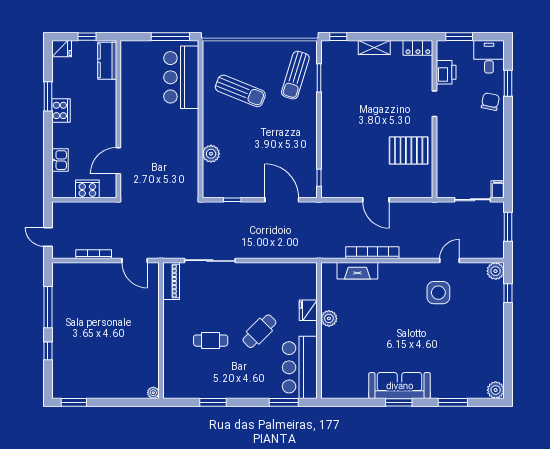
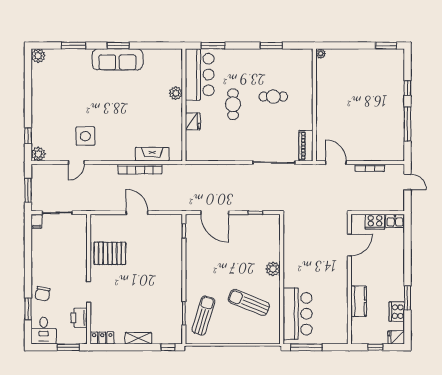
kitchen counter: (107, 61) -> (359, 301), moved
cooker: (61, 110) -> (397, 312), moved
plant: (211, 154) -> (273, 269), moved
kitchen sink: (60, 160) -> (395, 221), moved, turned -90
plant: (329, 318) -> (176, 93), moved
cafe table: (259, 331) -> (233, 104), turned -45

